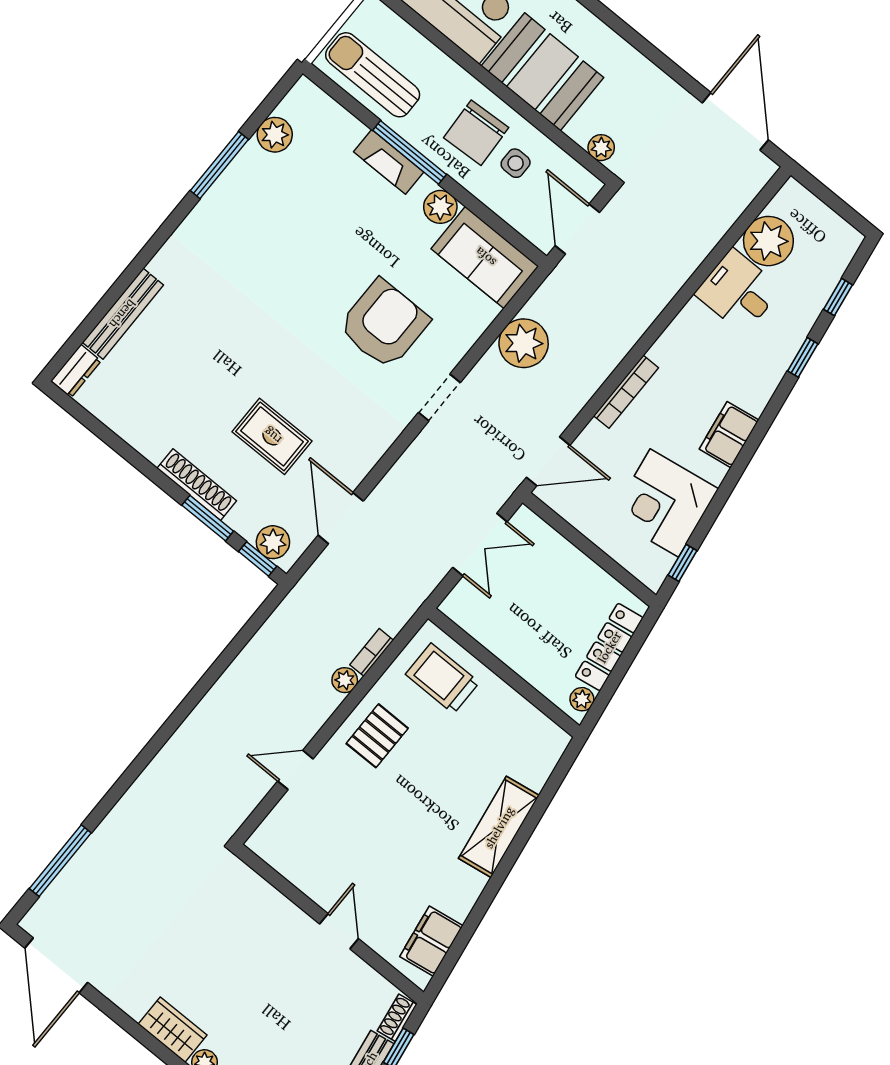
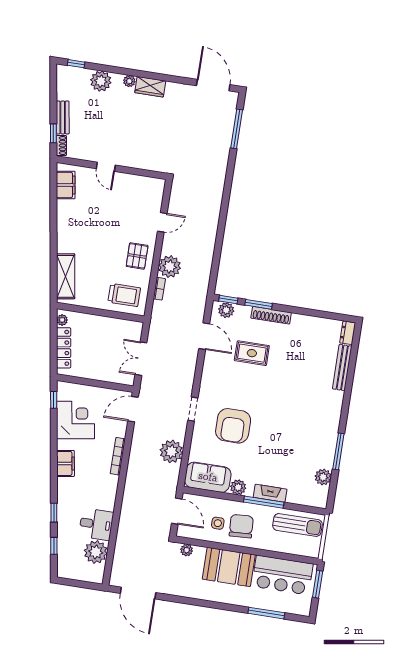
plant: (345, 680) -> (170, 267), width x1.87, depth x1.87
shelving: (499, 827) -> (66, 276), moved

